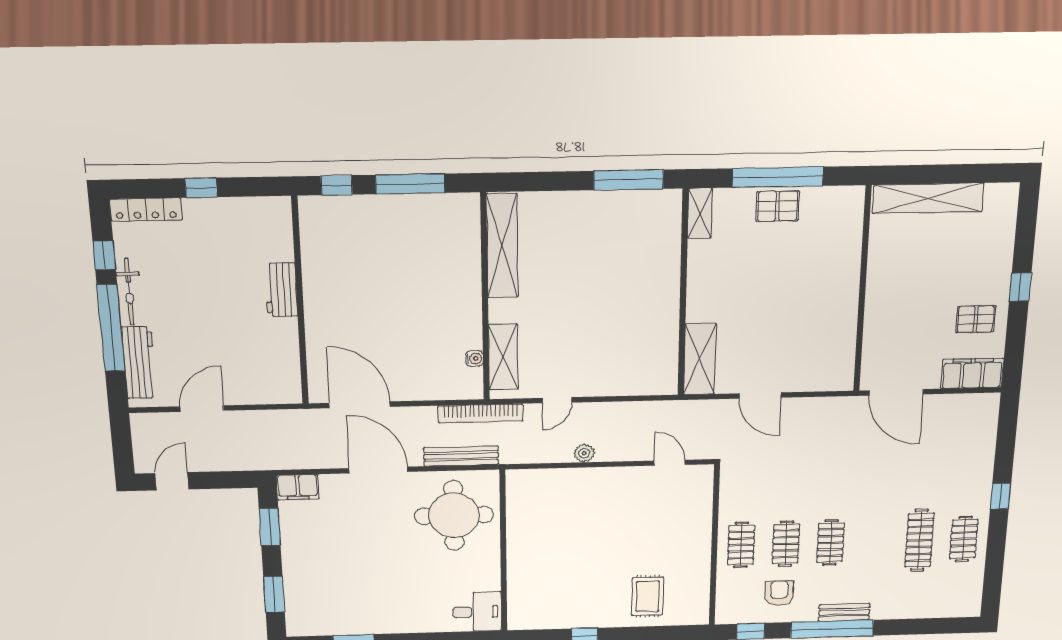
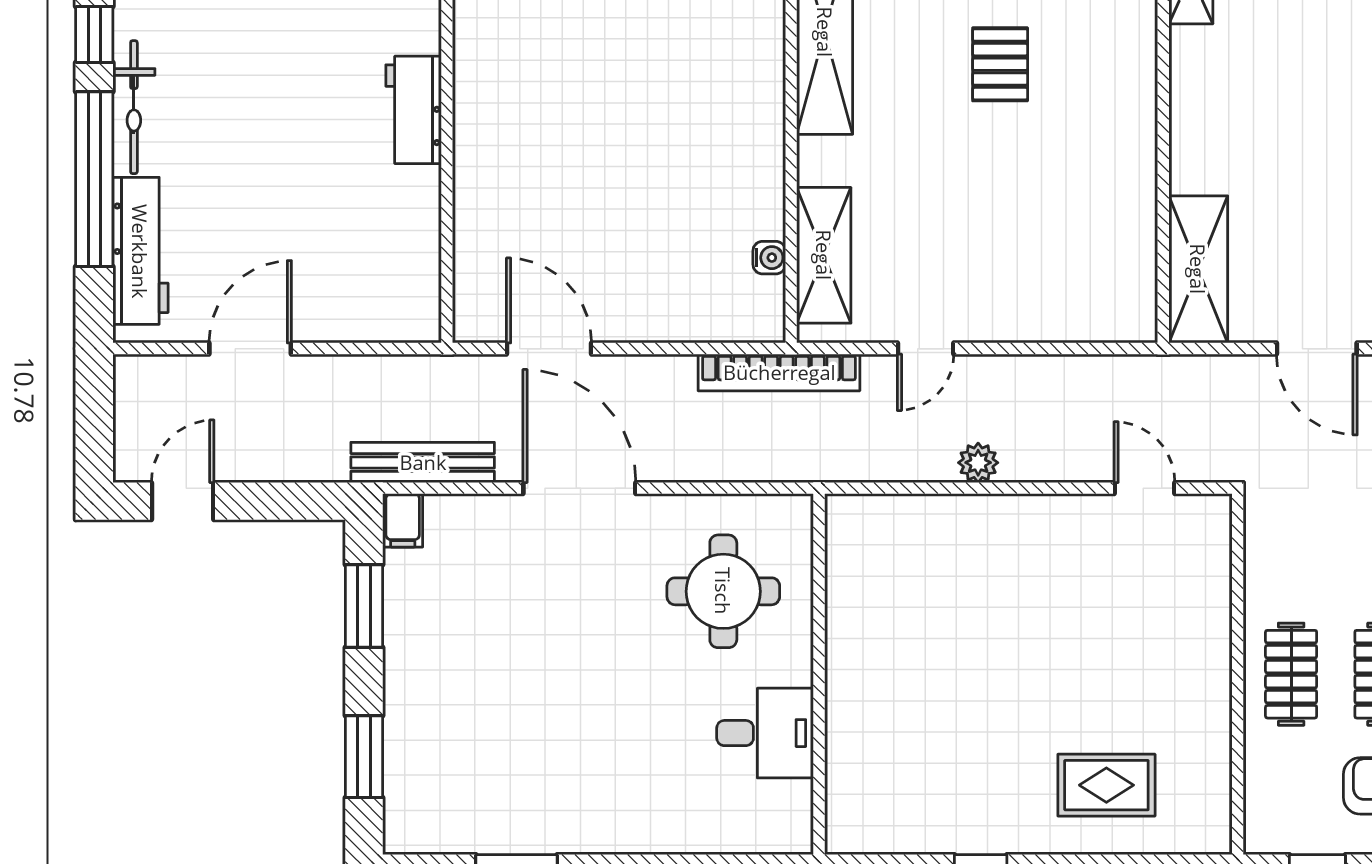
pallet: (597, 261) -> (1000, 64), added
door: (360, 405) -> (549, 349), width x0.73
bench: (461, 456) -> (423, 462), moved
filing cabinet: (298, 487) -> (403, 520), width x0.50
round table: (454, 515) -> (723, 591), width x0.73, depth x0.73
rug: (648, 596) -> (1106, 785), turned 90
desk: (477, 612) -> (765, 733), moved

